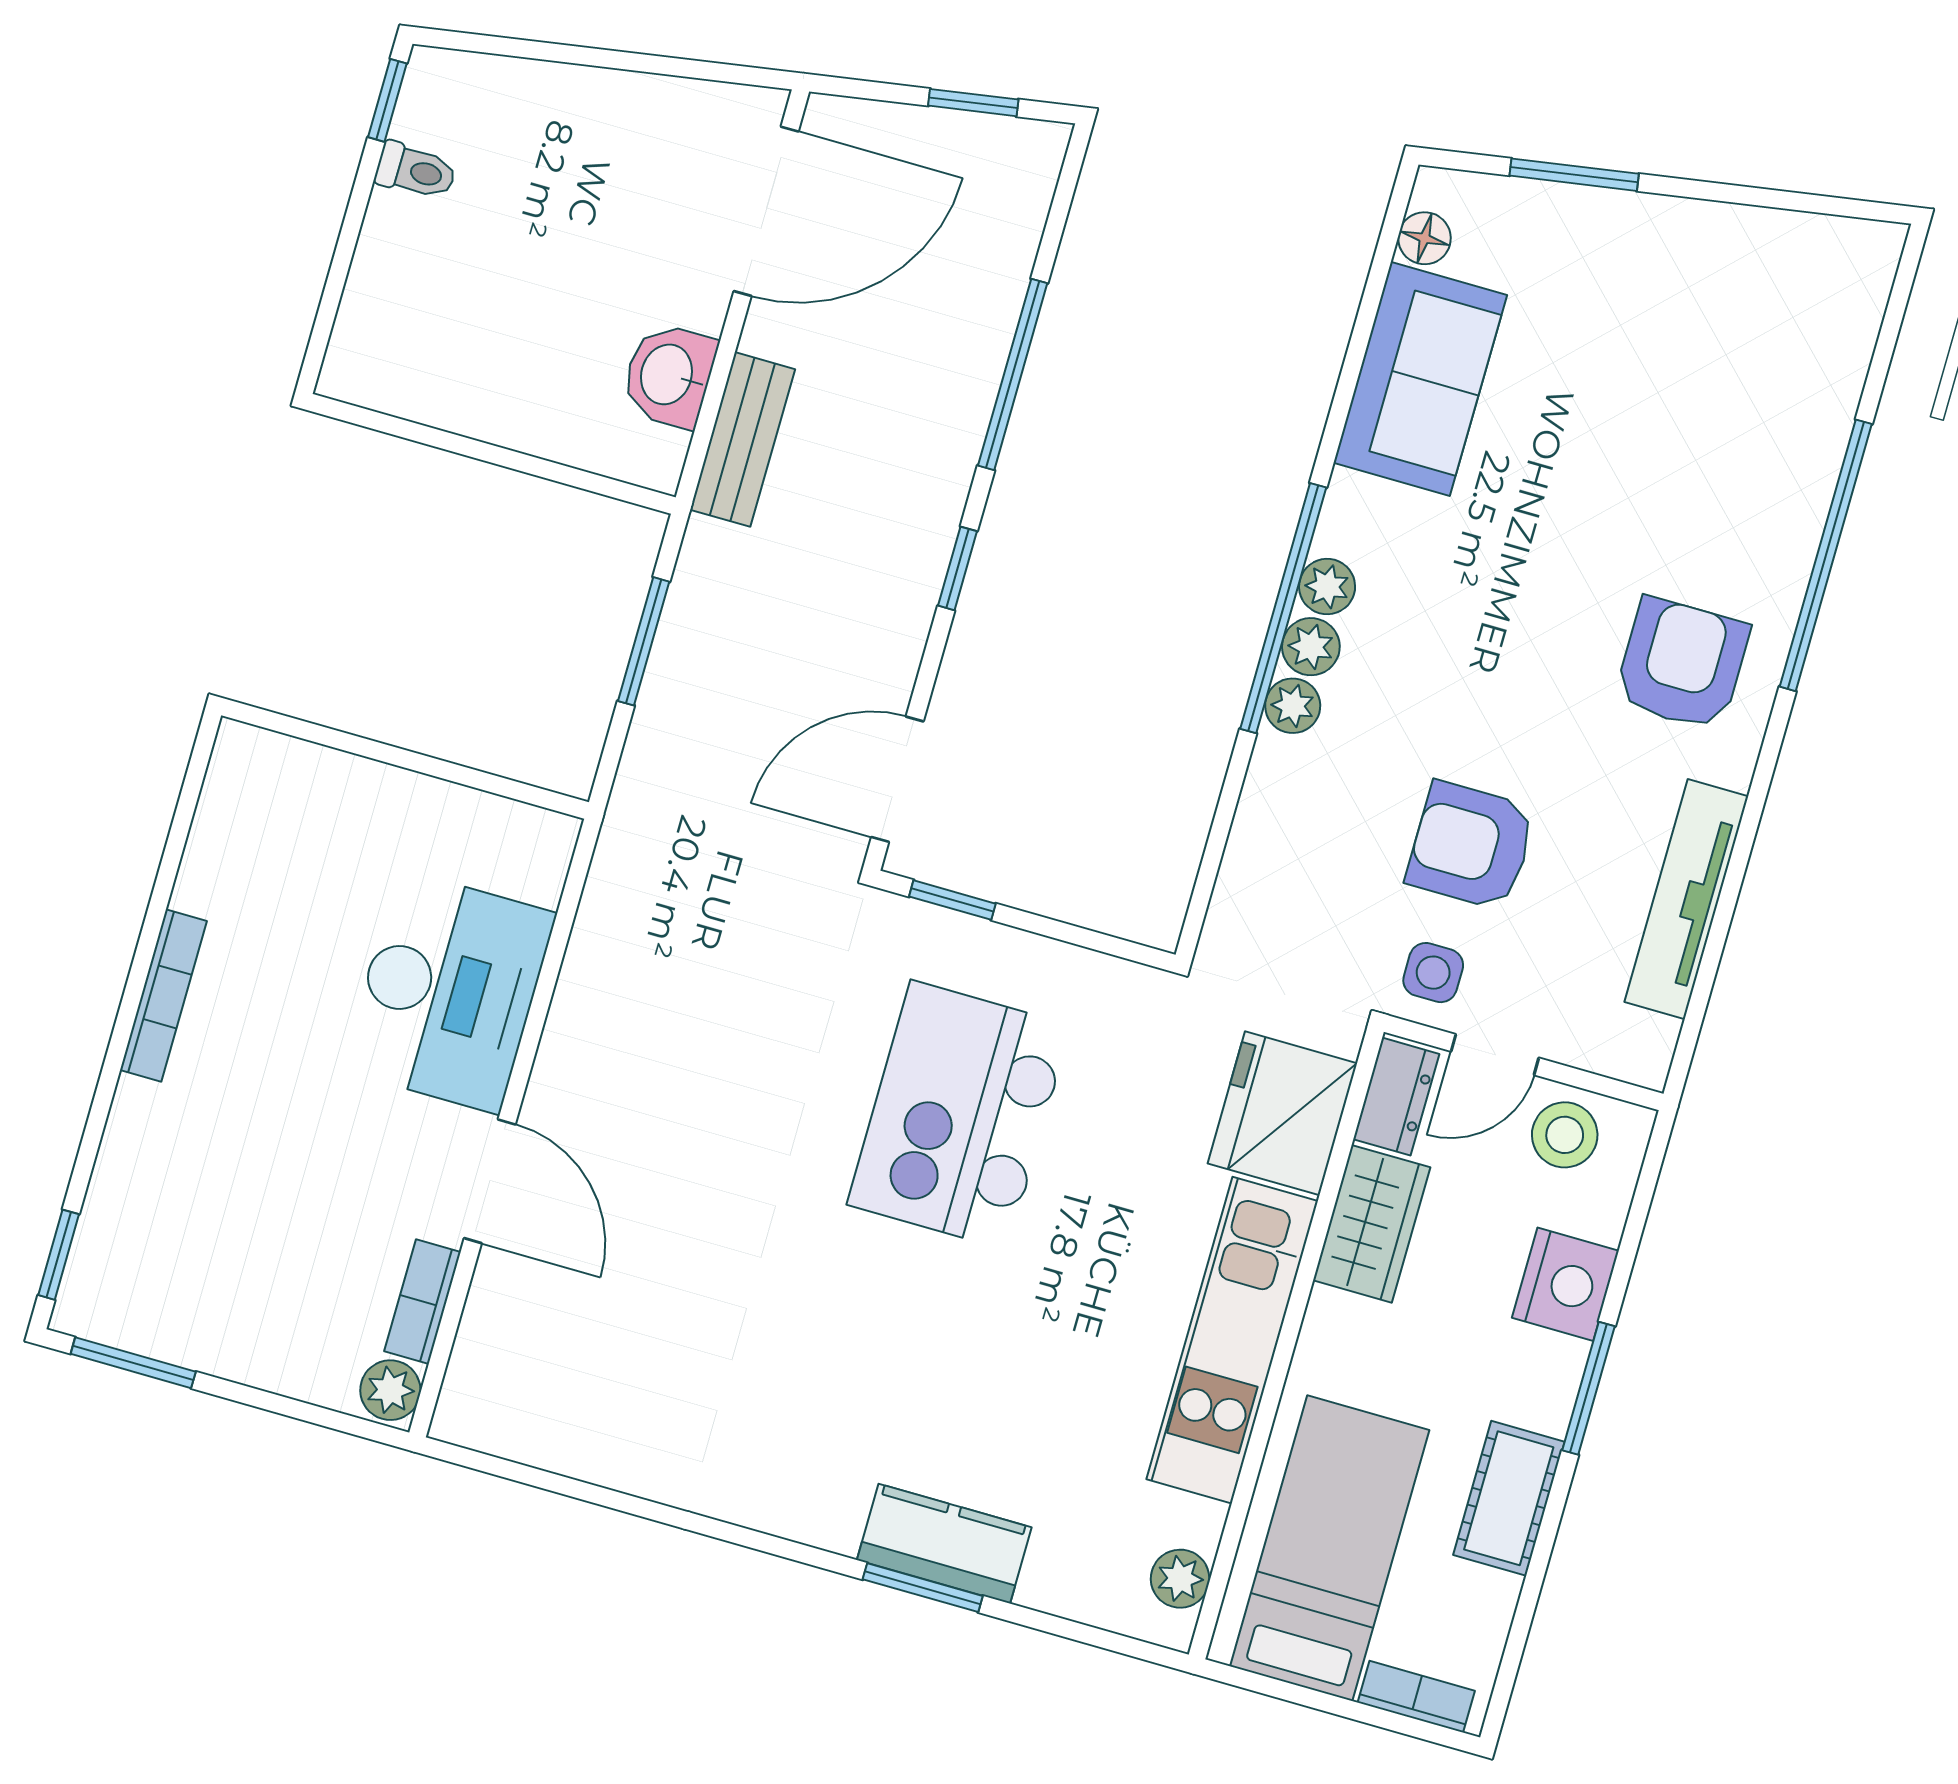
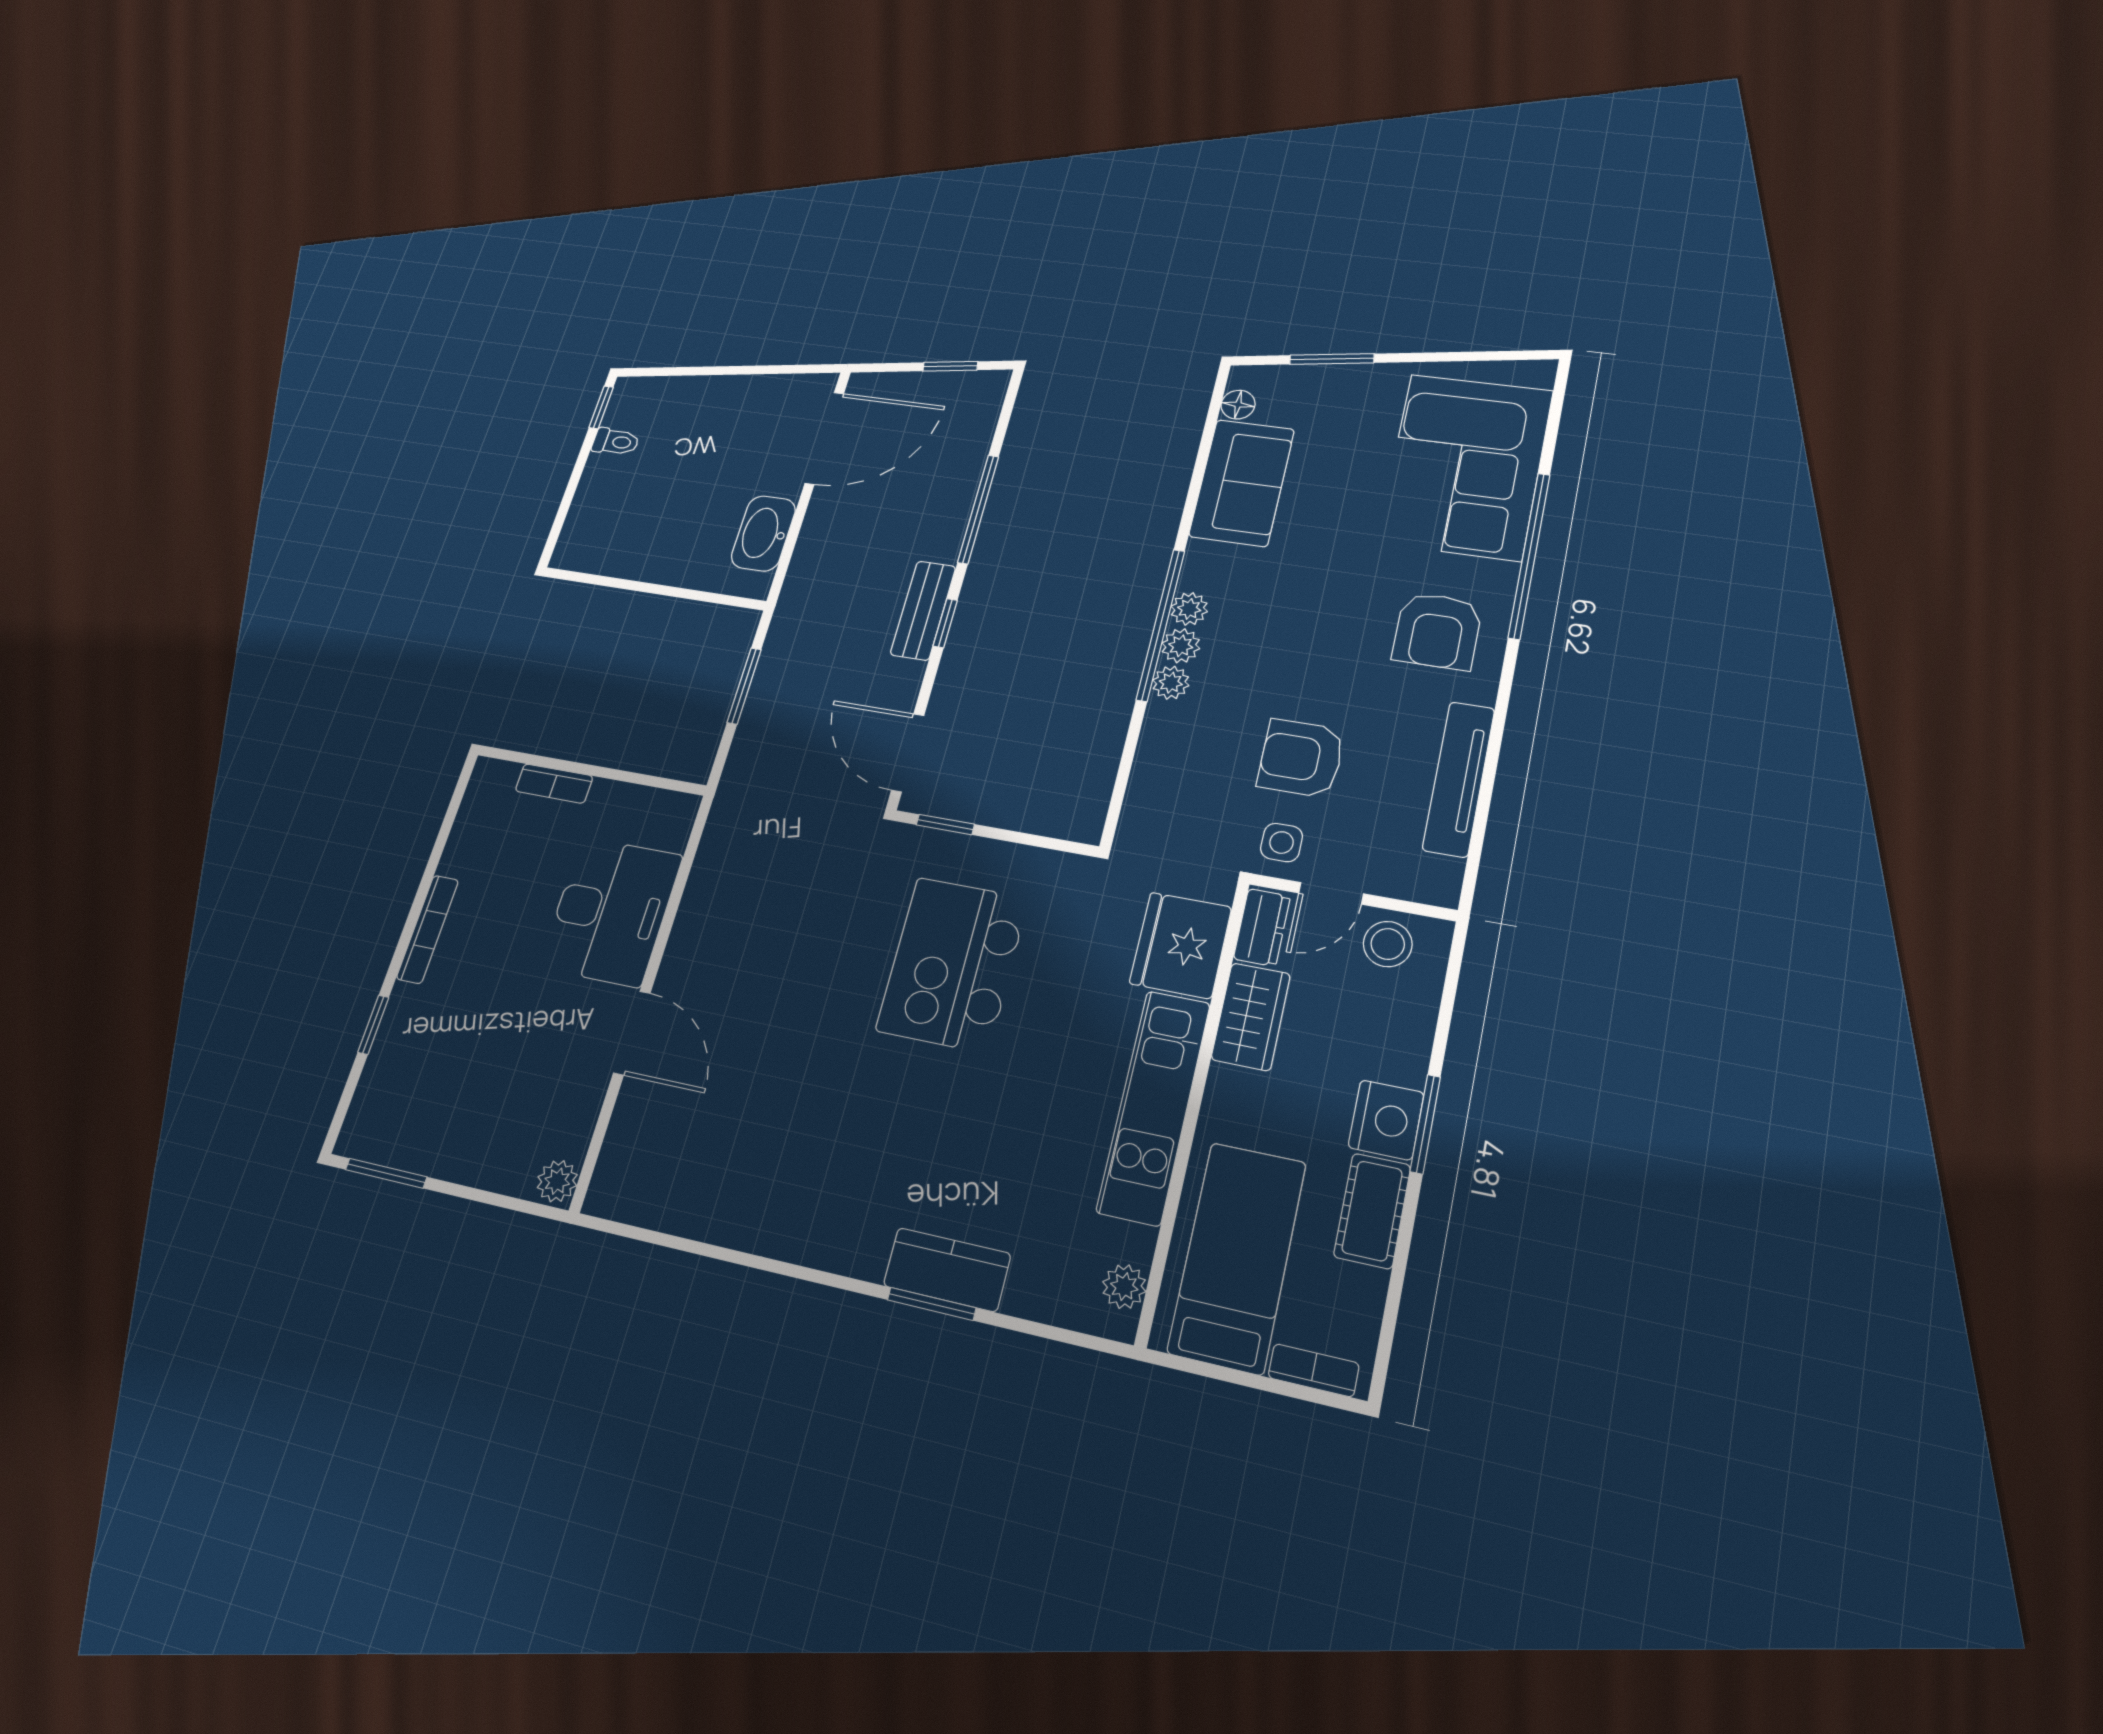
washbasin: (669, 375) -> (763, 533), width x1.38
corner sofa: (1753, 393) -> (1465, 466), added
bench: (742, 439) -> (923, 610), moved
armchair: (1682, 664) -> (1437, 631), turned 180
door: (897, 779) -> (908, 753), hinge flipped
window: (59, 1255) -> (373, 1025), moved
nightstand: (1565, 1284) -> (1386, 1120), moved
bookcase: (422, 1302) -> (554, 784), moved, turned -90

